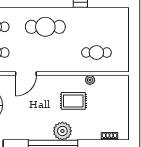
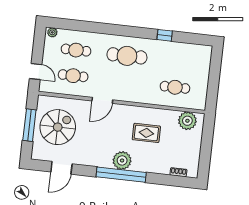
plant: (90, 80) -> (187, 121), moved, width x1.88, depth x1.88
plant: (62, 131) -> (122, 160), moved

